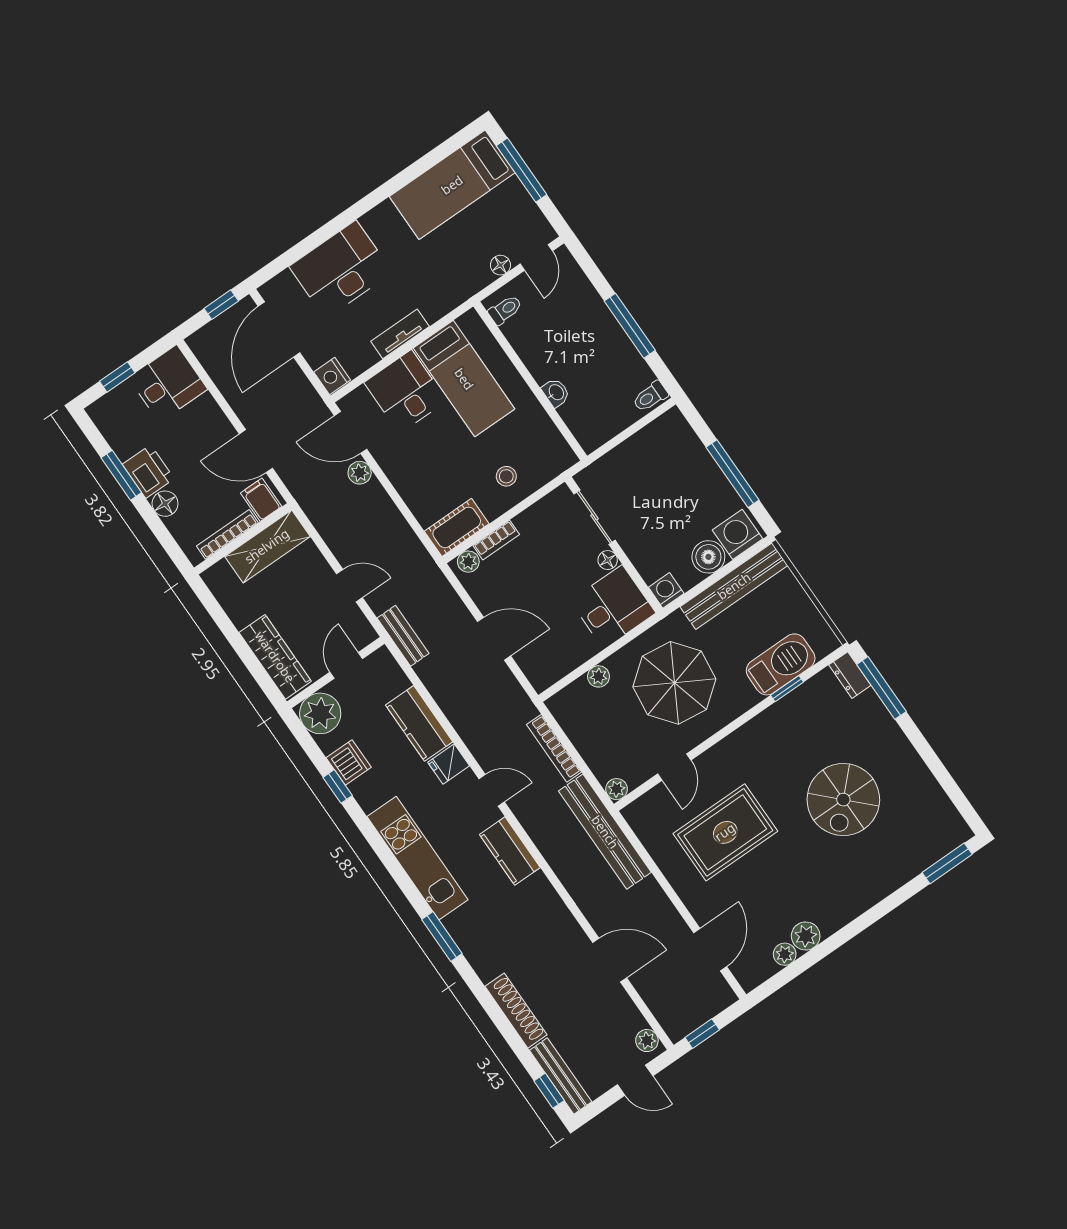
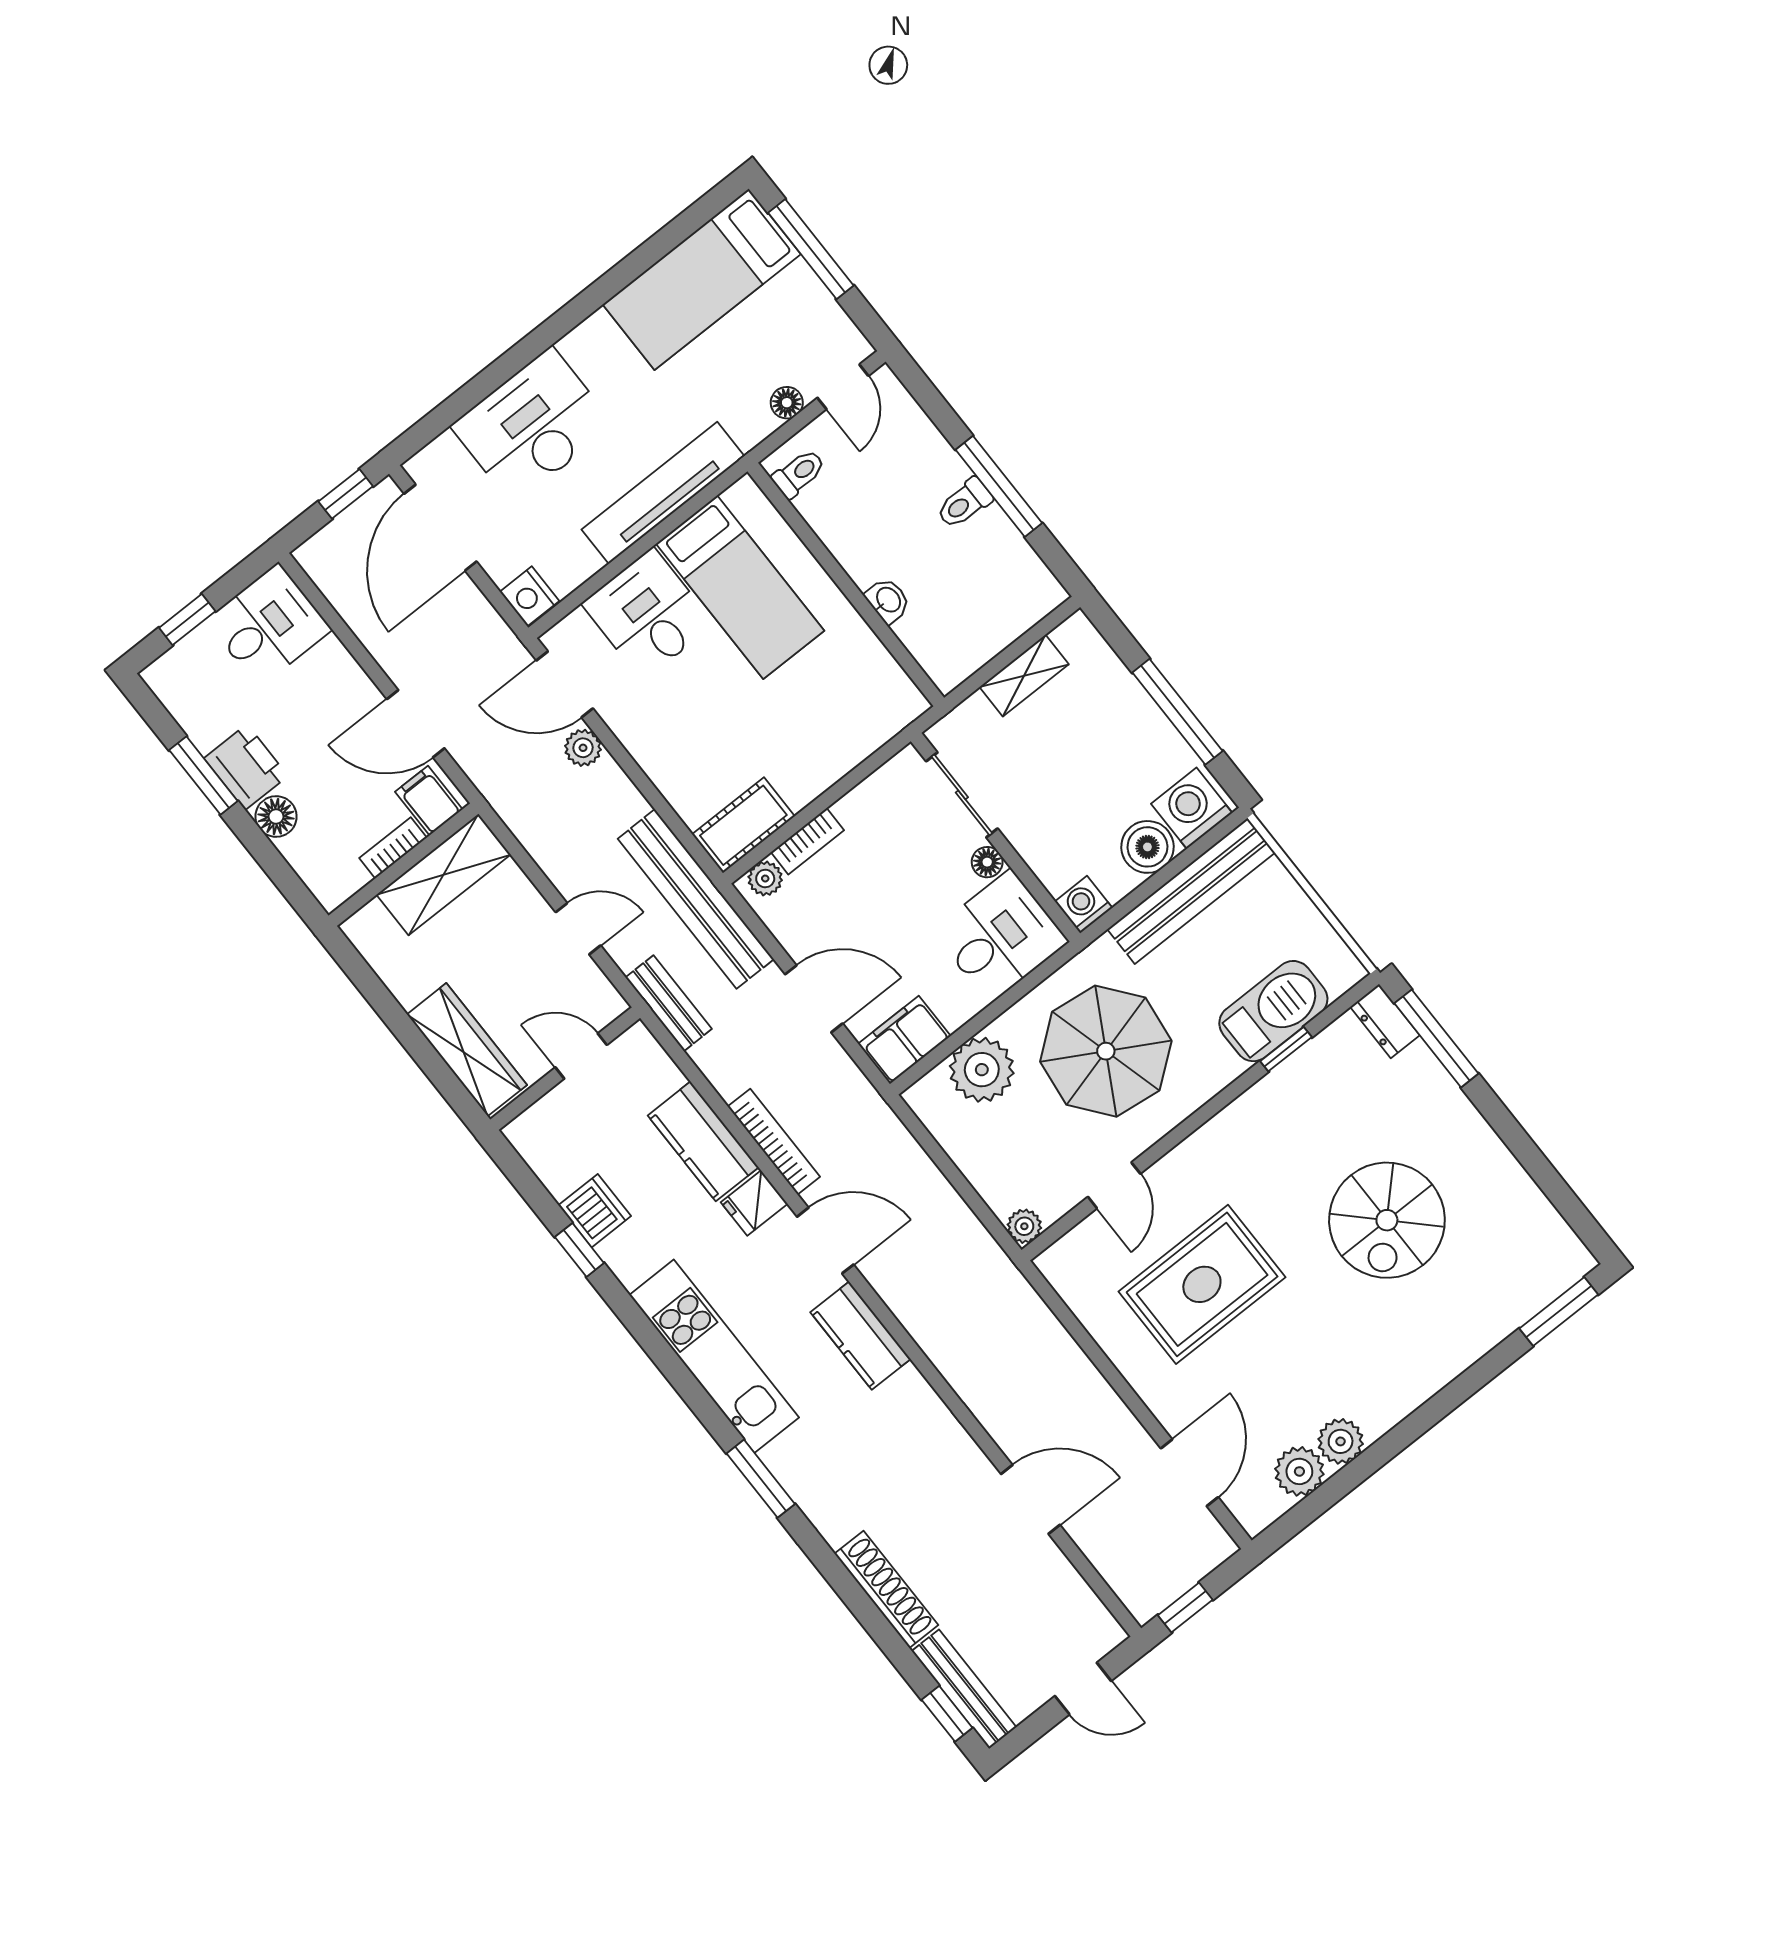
tv unit: (400, 334) -> (663, 493), width x1.92, depth x1.29
toilet: (650, 397) -> (964, 503), moved
shelving: (638, 445) -> (1024, 676), added
stool: (506, 476) -> (817, 739), removed
bookcase: (227, 534) -> (393, 848), width x0.64
door: (346, 665) -> (581, 1056), hinge flipped
filing cabinet: (549, 668) -> (904, 1040), added
plant: (598, 676) -> (982, 1070), width x1.88, depth x1.88
plant: (320, 713) -> (544, 1135), removed
bookcase: (554, 748) -> (774, 1142), moved, turned 180
door: (492, 790) -> (825, 1241), width x1.38
bench: (605, 832) -> (696, 899), moved
plant: (785, 954) -> (1299, 1471), width x1.38, depth x1.38
plant: (647, 1041) -> (1098, 1624), removed

